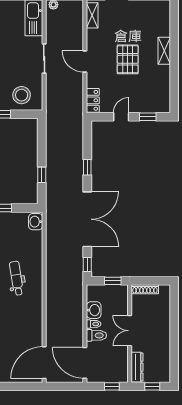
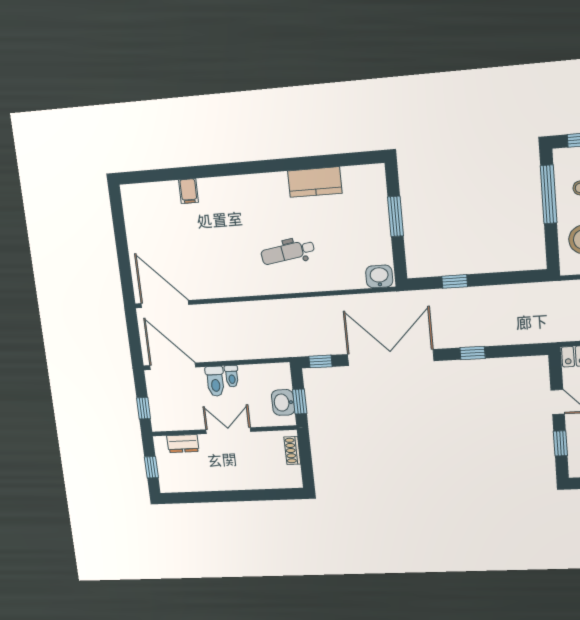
double door: (87, 219) -> (391, 358), swing flipped
dental chair: (16, 278) -> (288, 252), turned 180
shoe rack: (145, 289) -> (292, 450), width x0.70
washbasin: (94, 310) -> (283, 402), moved, turned 90
door: (85, 363) -> (173, 366), hinge flipped
dresser: (137, 367) -> (183, 444), width x0.70

